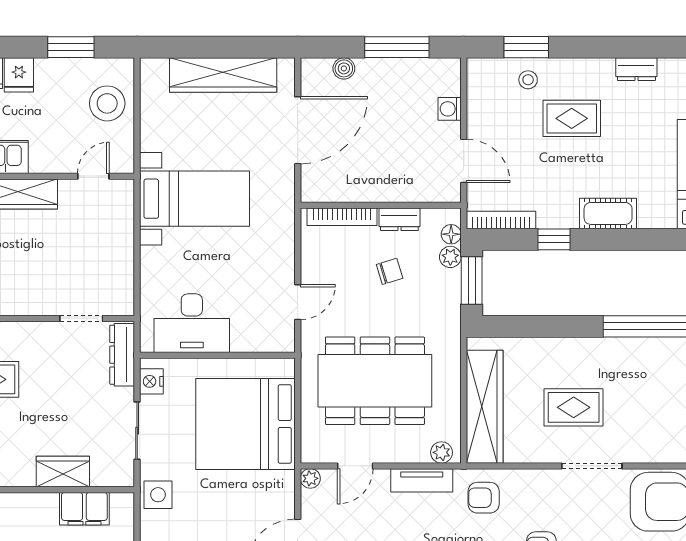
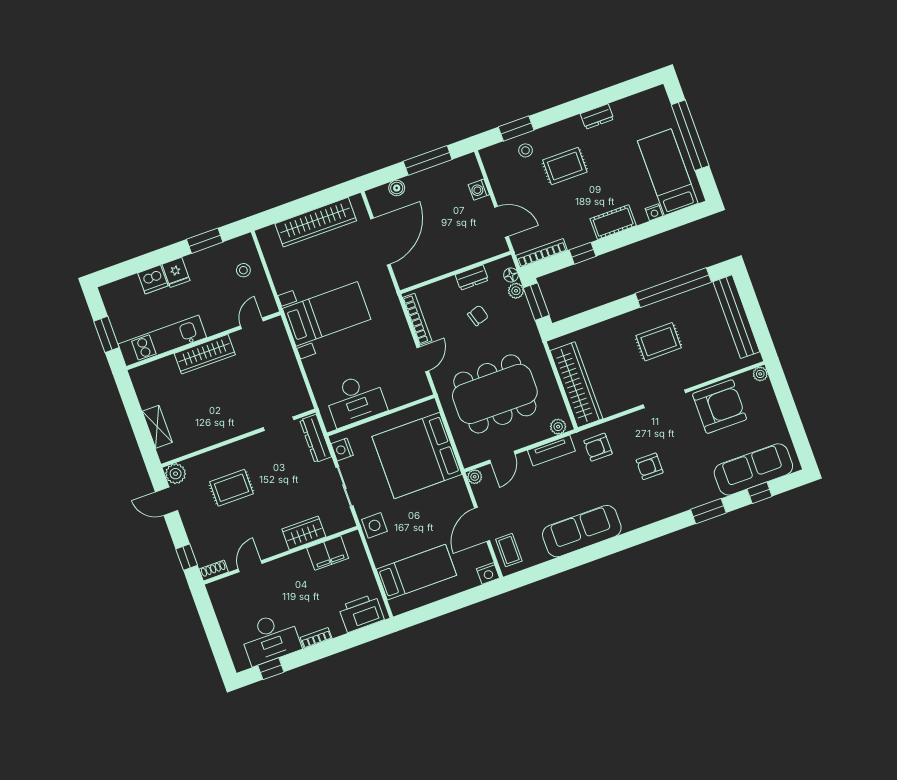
stool: (107, 103) -> (243, 270), width x0.53, depth x0.53
bookcase: (342, 217) -> (417, 319), moved, turned -90
nightstand: (666, 220) -> (654, 212), added
rug: (574, 407) -> (659, 342), moved

